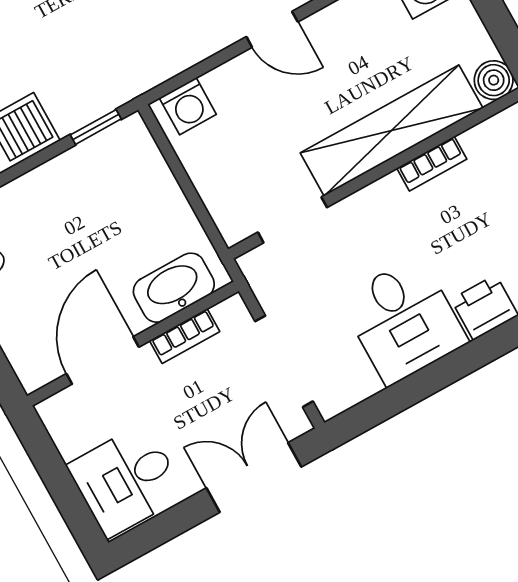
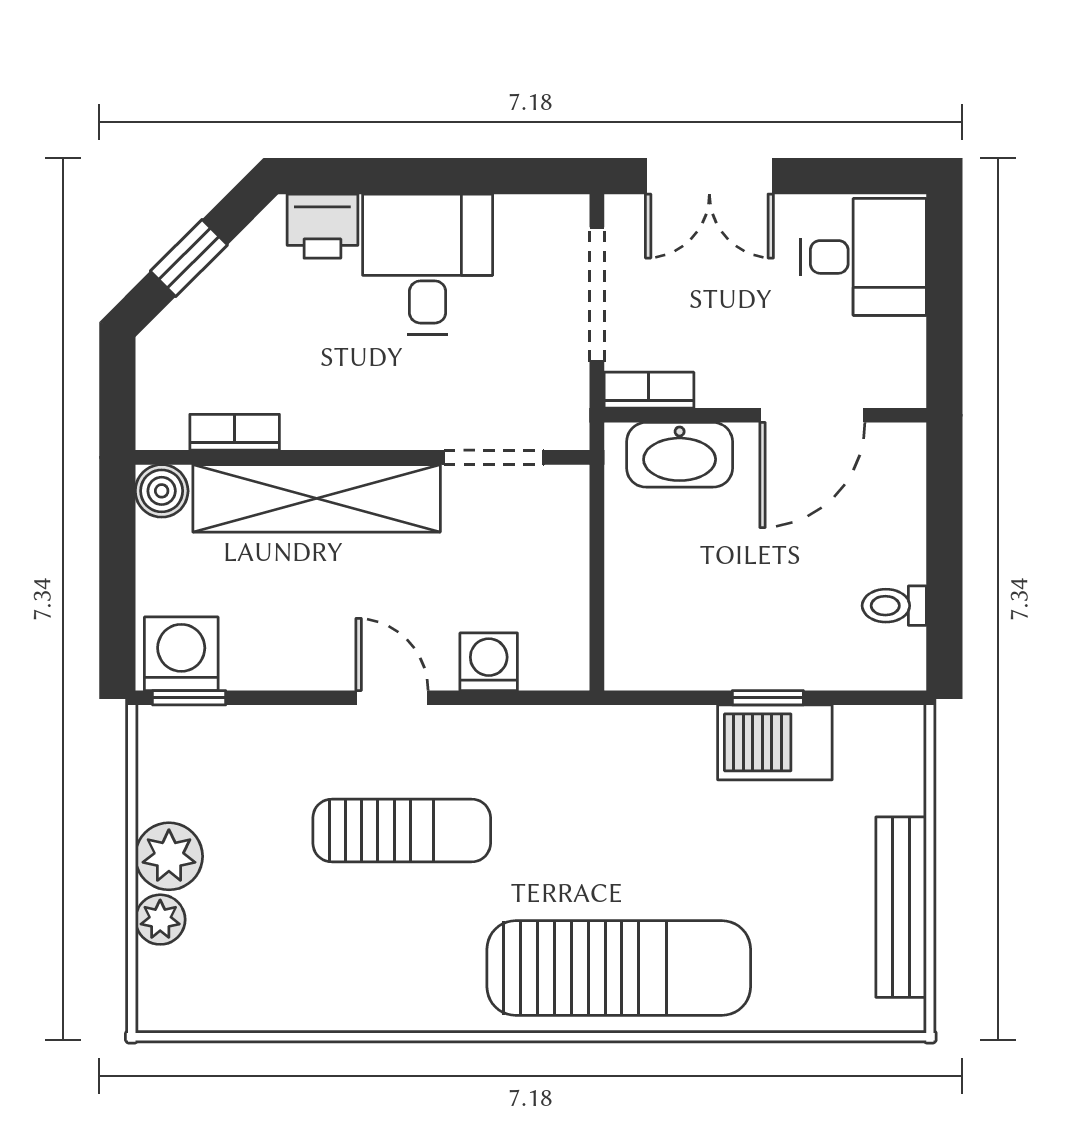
washing machine: (188, 106) -> (489, 662), moved
window: (96, 127) -> (768, 698), moved
bookcase: (432, 164) -> (235, 432), moved
bookcase: (185, 336) -> (649, 390), moved

